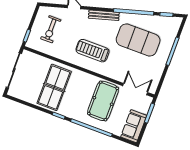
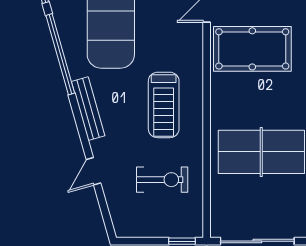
exercise bike: (51, 29) -> (162, 180), moved

